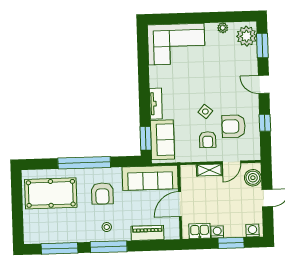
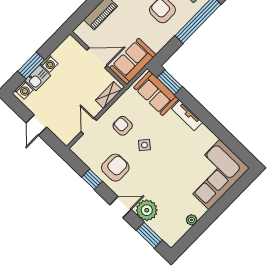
plant: (247, 36) -> (147, 210), moved
armchair: (234, 126) -> (115, 168), moved
shelving: (209, 170) -> (109, 95), moved
sofa: (150, 178) -> (133, 61), width x0.73
boiler: (253, 178) -> (62, 130), removed
door: (180, 204) -> (97, 58), hinge flipped
kitchen sink: (200, 231) -> (38, 78), moved

